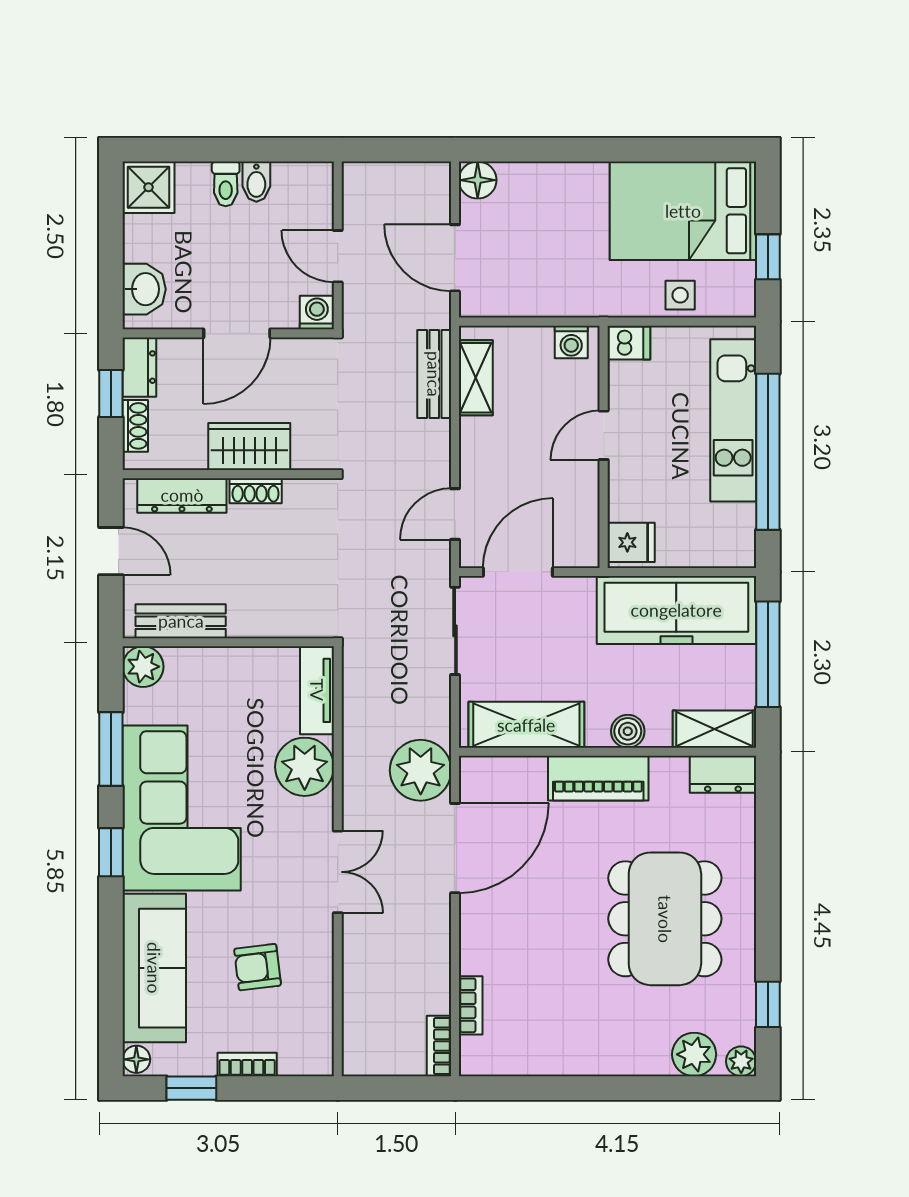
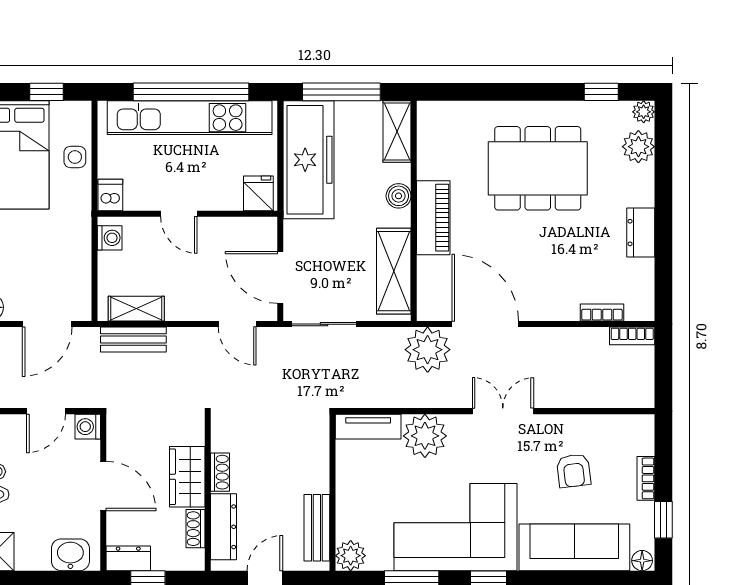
kitchen unit: (733, 420) -> (190, 118), width x1.36
shoe rack: (135, 426) -> (195, 529), moved, turned -90
dresser: (723, 774) -> (641, 233), moved, turned 180

